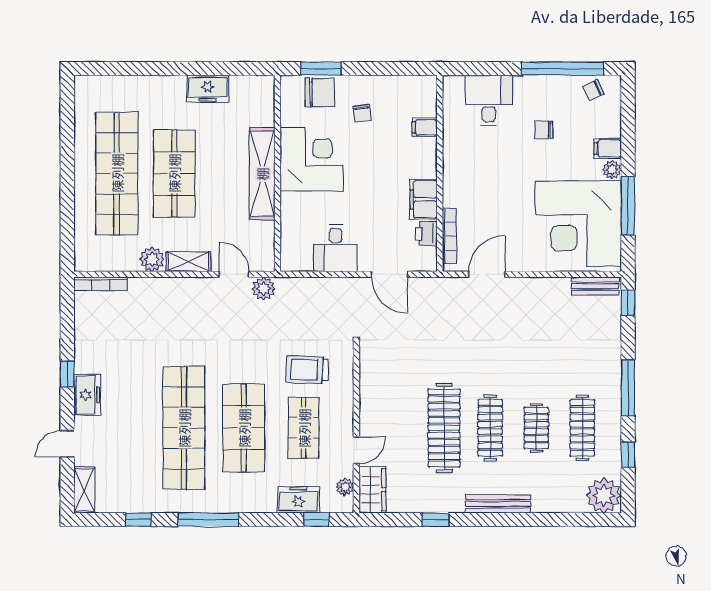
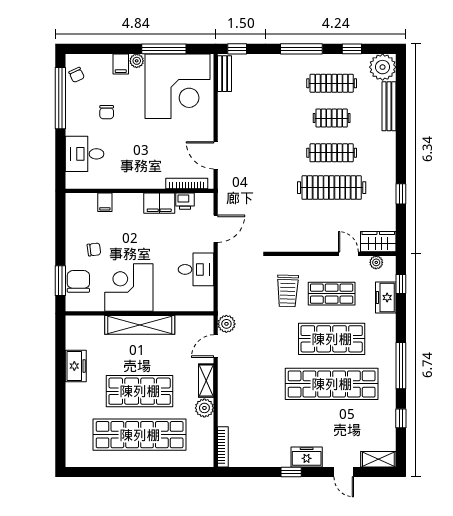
bench: (498, 504) -> (389, 106), moved

